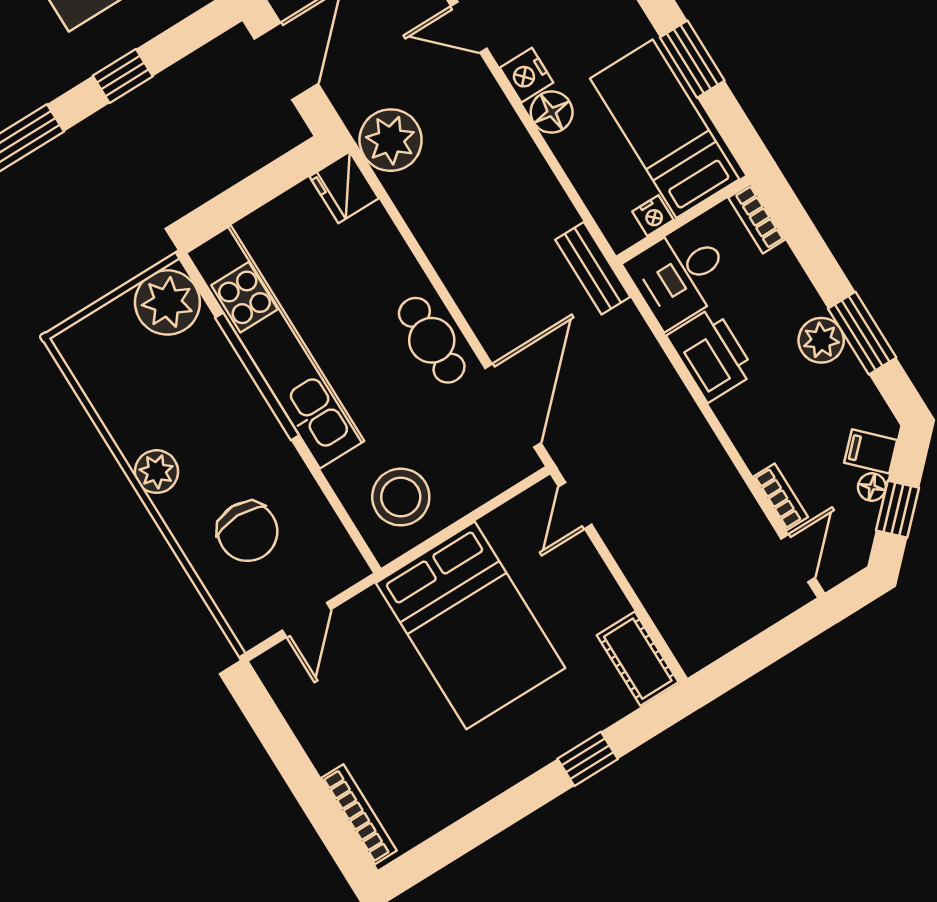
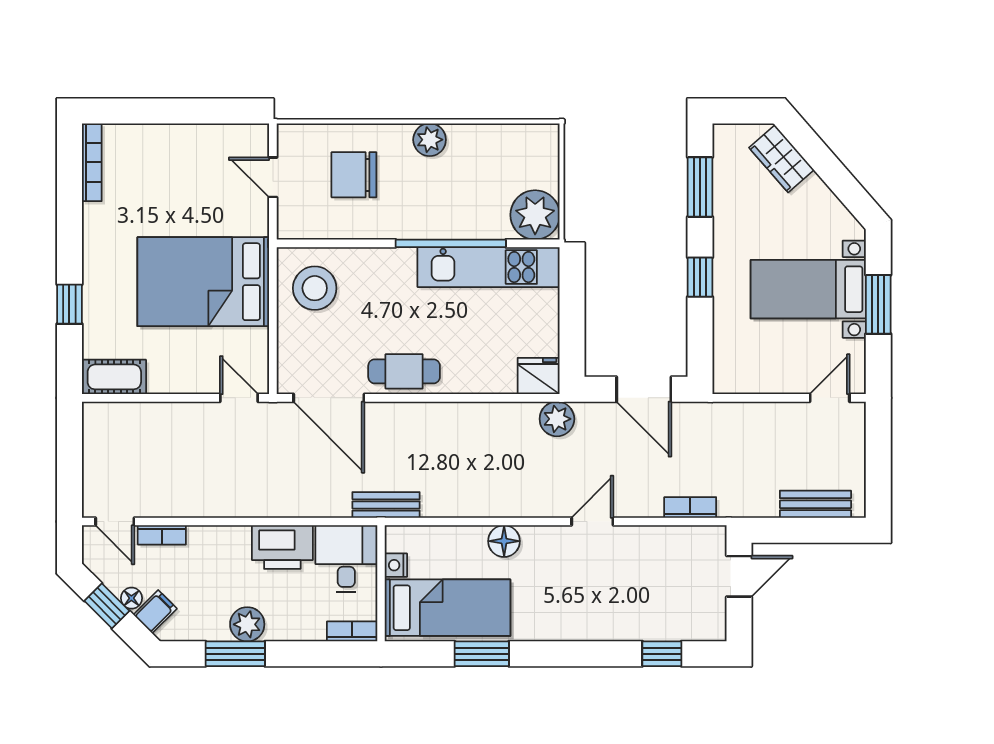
nightstand: (527, 75) -> (538, 540), removed
plant: (391, 140) -> (557, 419), width x0.73, depth x0.73
kitchen unit: (275, 347) -> (489, 267), width x0.73
bookcase: (359, 814) -> (92, 162), moved, turned -90

